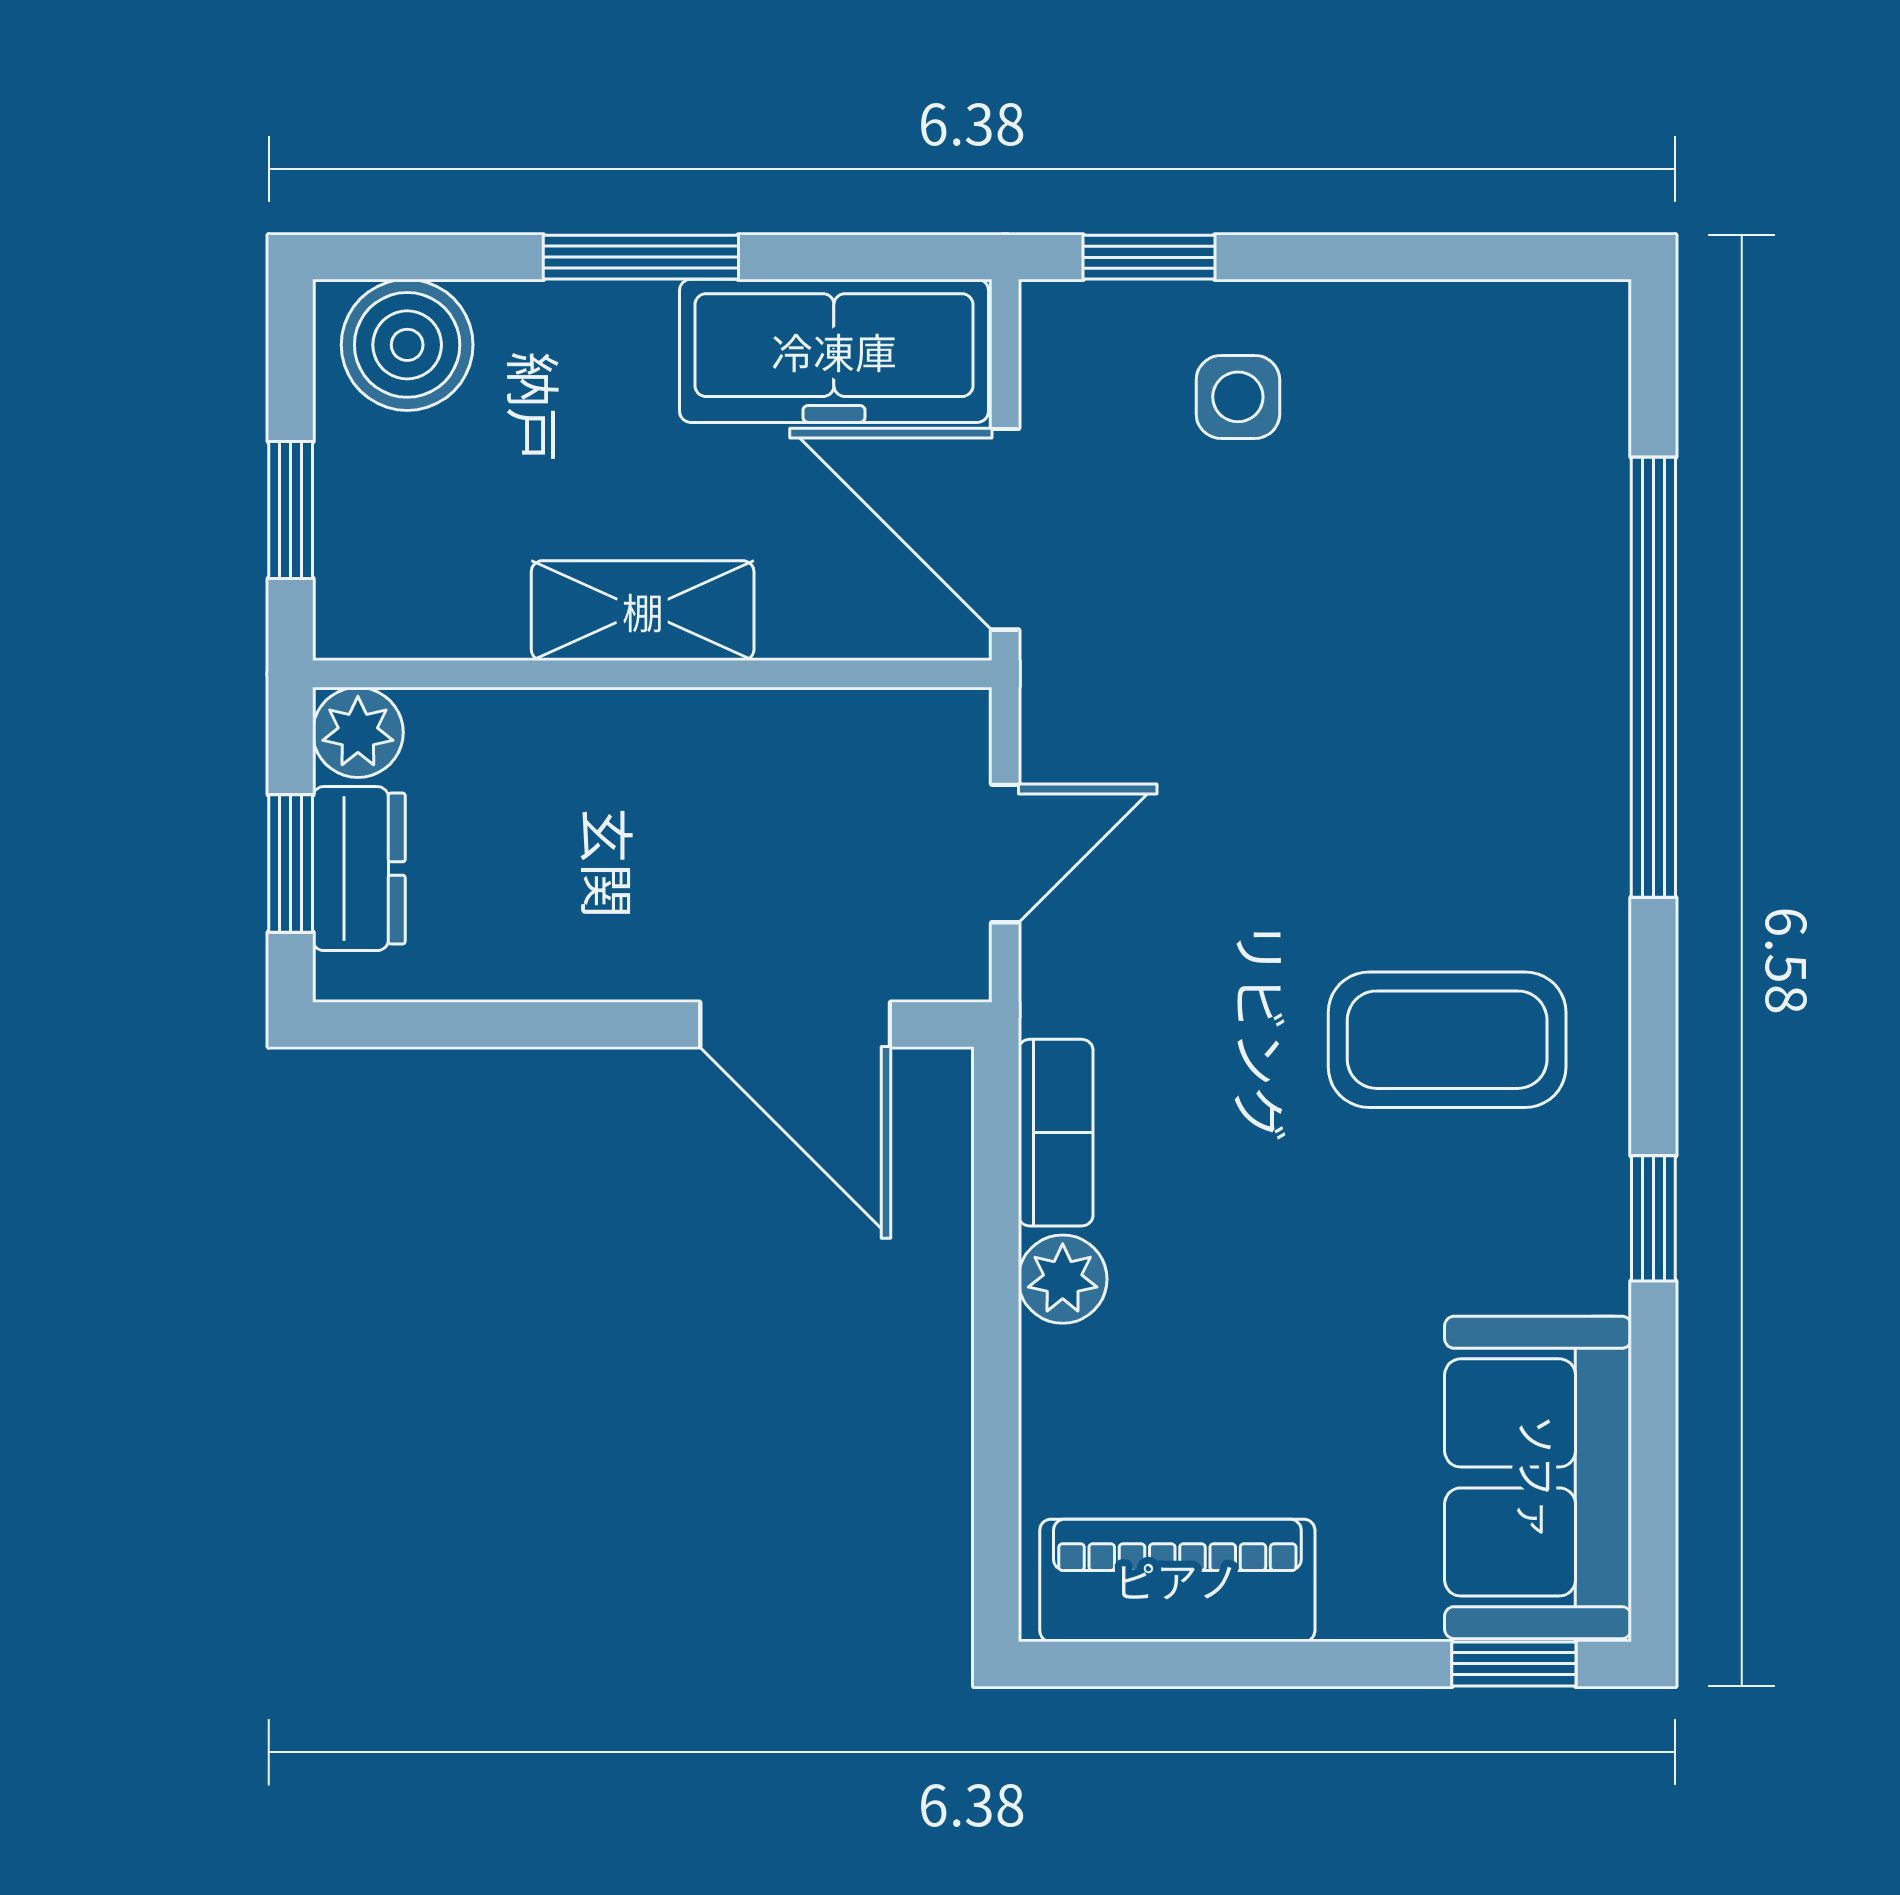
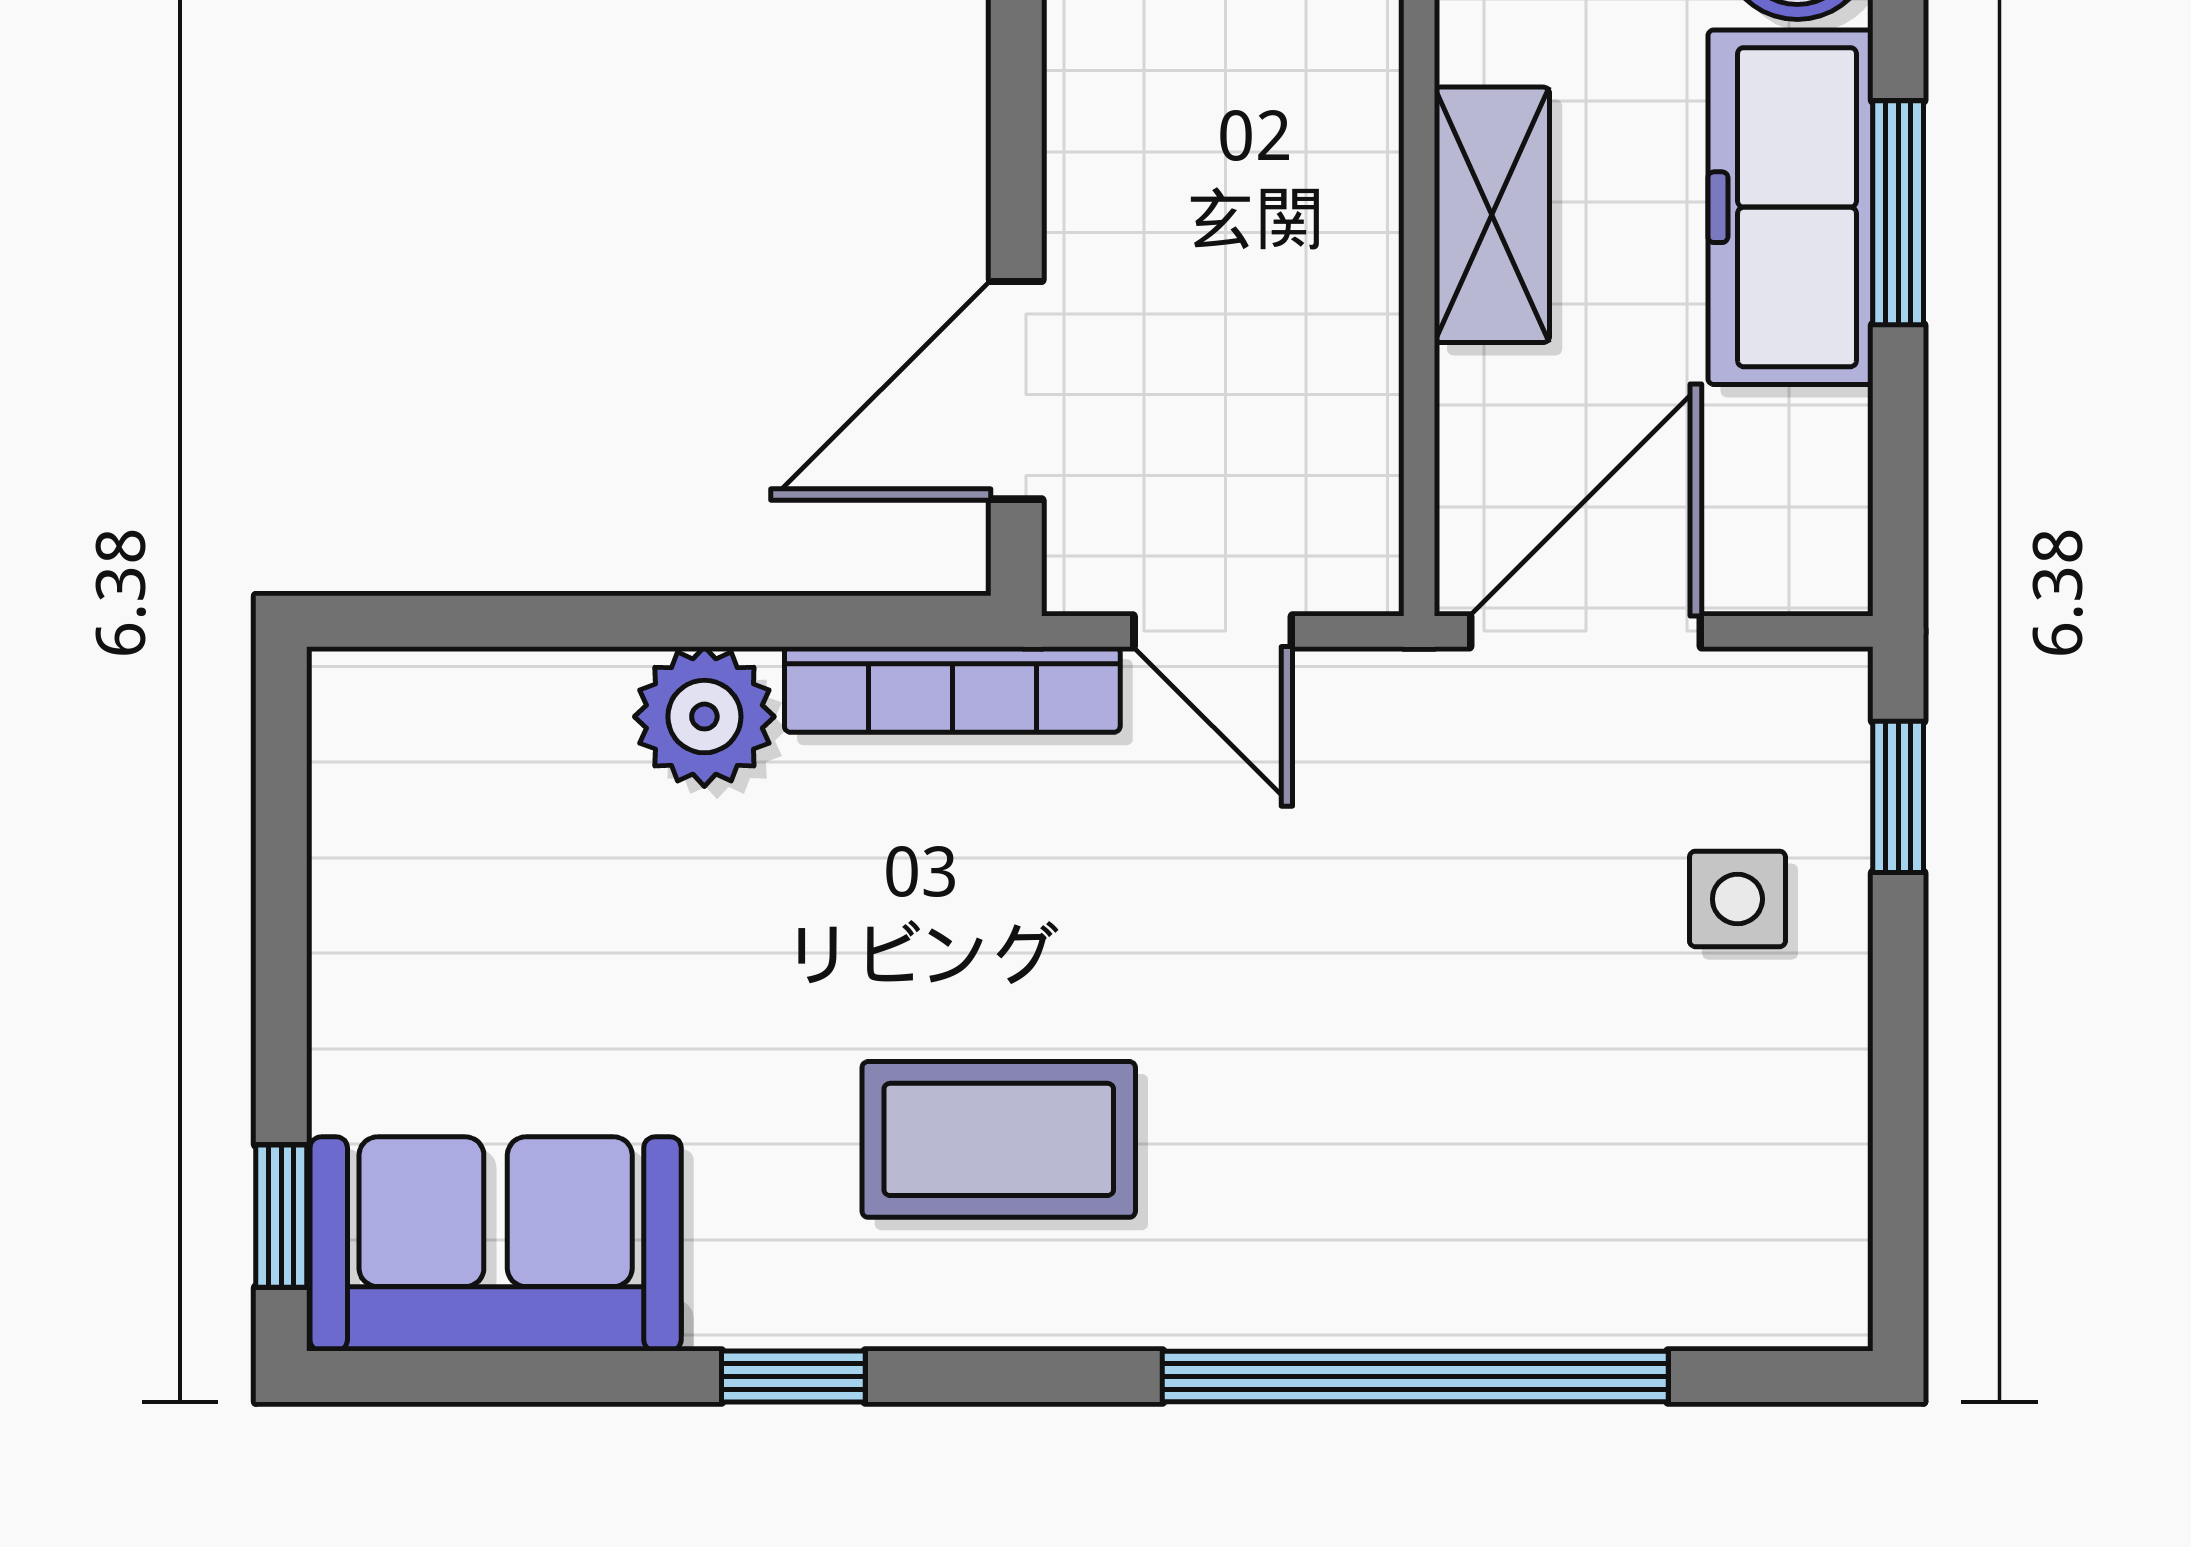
freezer: (834, 351) -> (1790, 207), moved
coffee table: (1447, 1040) -> (999, 1139), turned 90
bookcase: (1056, 1133) -> (952, 689), width x1.56
plant: (1063, 1279) -> (704, 717), width x1.38, depth x1.38
piano: (1177, 1580) -> (377, 829), removed

